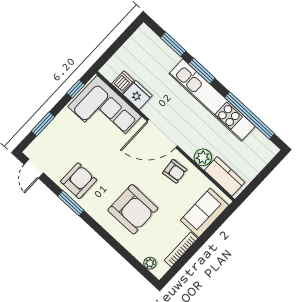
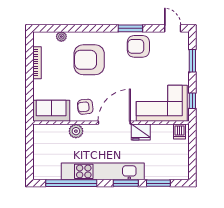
dishwasher: (123, 82) -> (180, 132), moved
fridge: (137, 95) -> (141, 132), moved
kitchen counter: (225, 176) -> (52, 132), removed
armchair: (79, 181) -> (138, 46), turned 90
sofa: (204, 213) -> (51, 111), moved, turned -90
plant: (150, 263) -> (61, 37), moved

